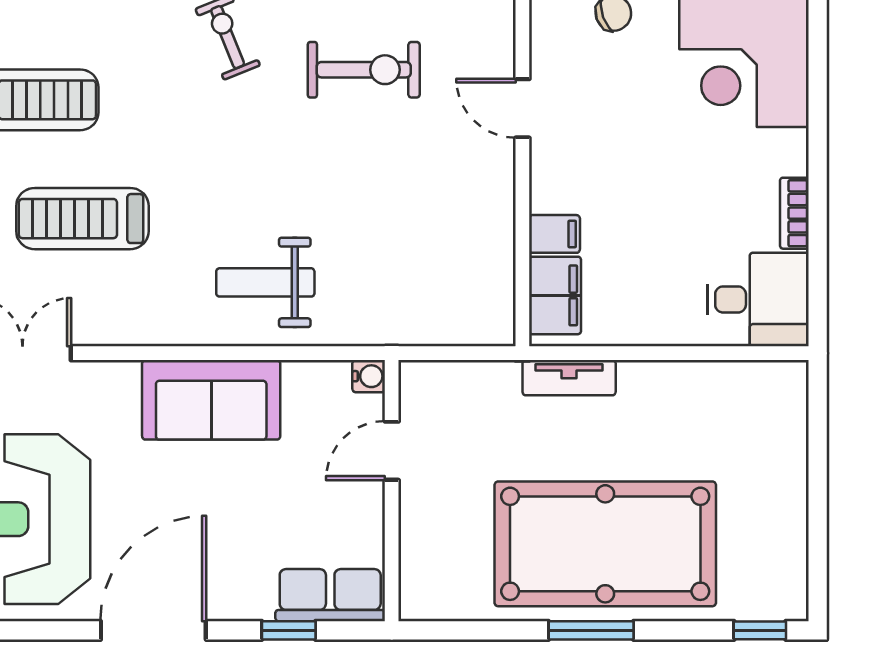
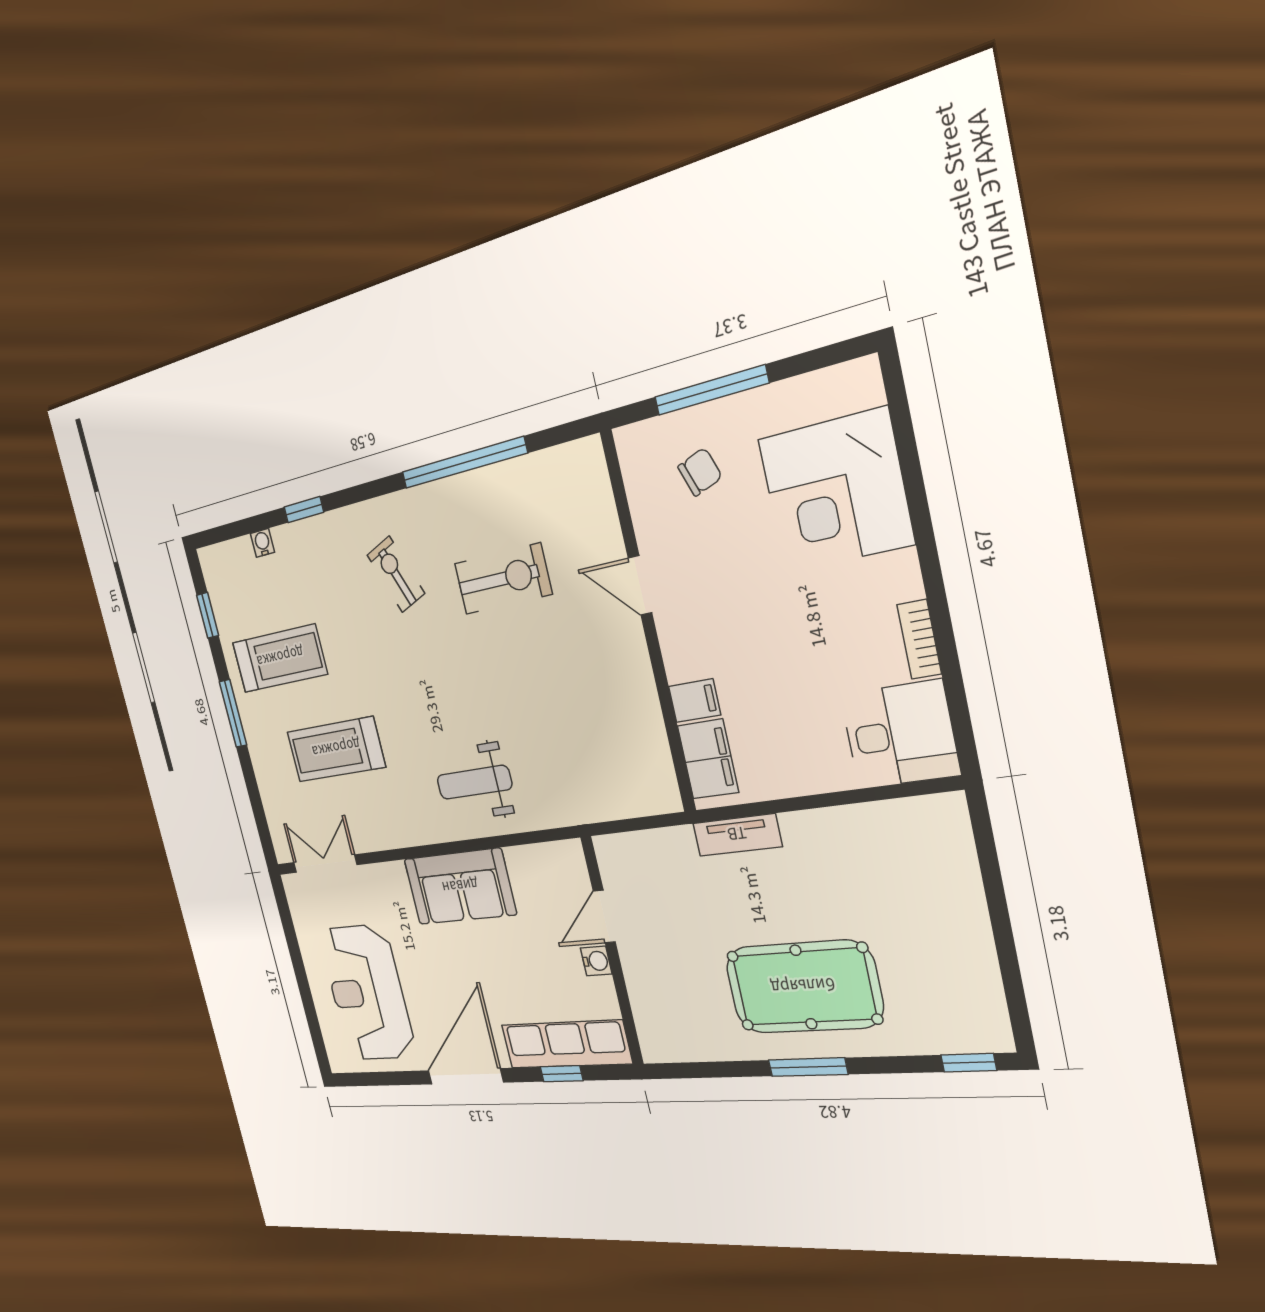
water cooler: (369, 376) -> (596, 961), moved
pool table: (605, 544) -> (803, 987), width x0.73, depth x0.76
row of seats: (330, 595) -> (566, 1044), width x1.48

